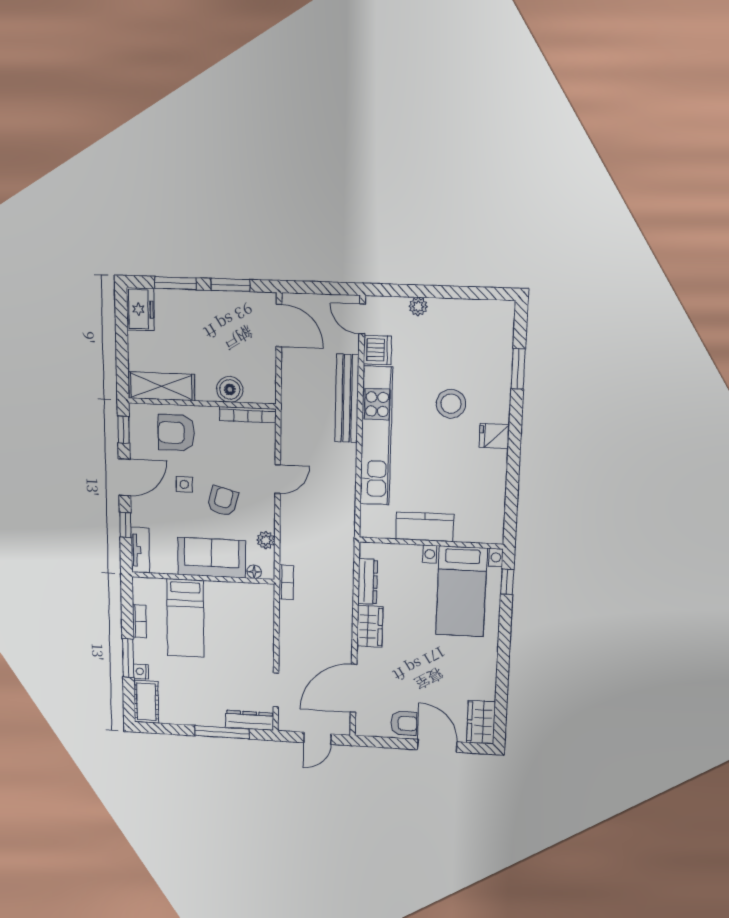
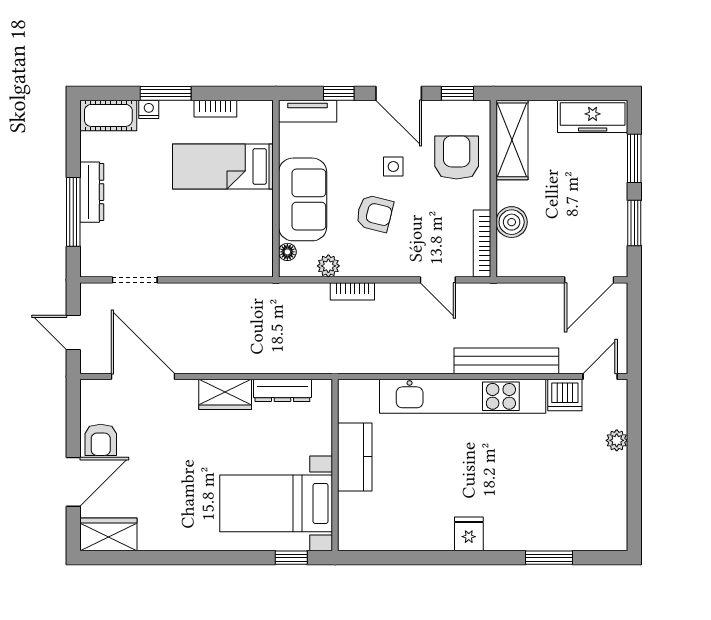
freezer: (140, 309) -> (593, 116), width x1.40
stool: (451, 404) -> (505, 482), removed
door: (278, 479) -> (438, 280), moved
bookcase: (286, 582) -> (352, 291), moved
dresser: (250, 720) -> (92, 192), moved

